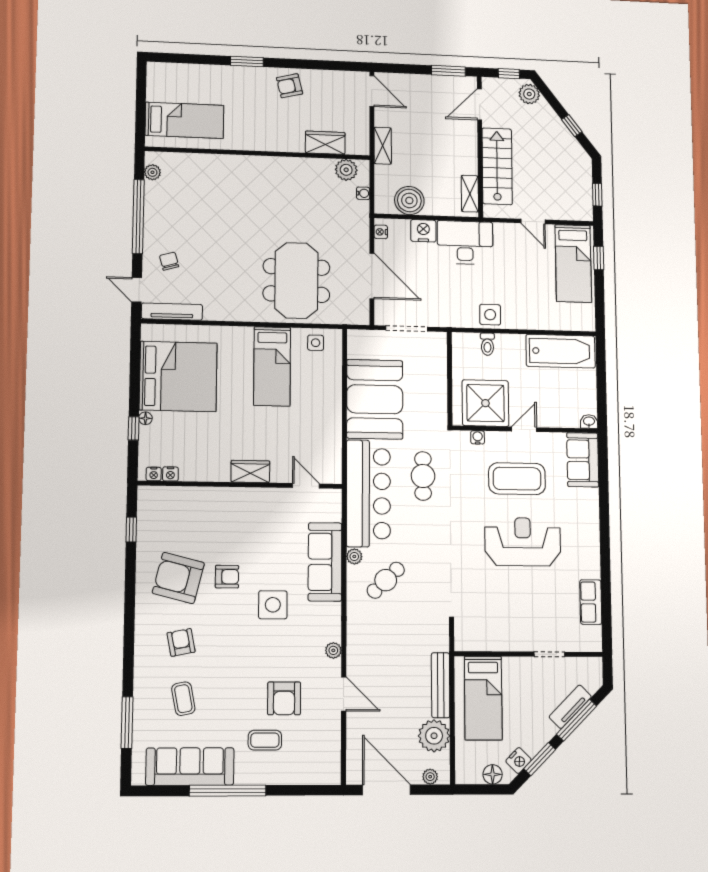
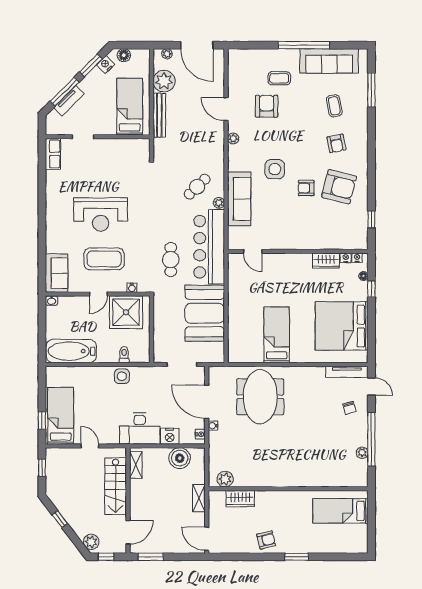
plant: (152, 172) -> (362, 453), moved
water cooler: (363, 193) -> (213, 426), moved
side table: (316, 343) -> (246, 352), removed
floor lamp: (145, 418) -> (363, 276), moved
wardrobe: (250, 471) -> (326, 261), moved
row of seats: (591, 602) -> (53, 154), moved

